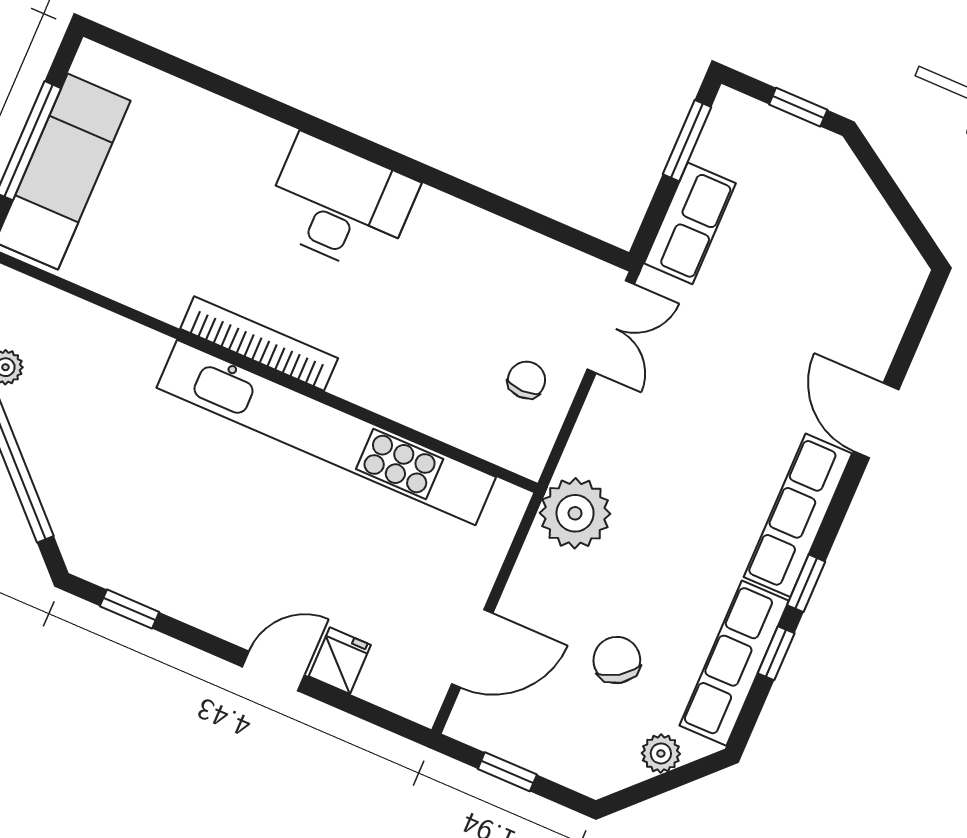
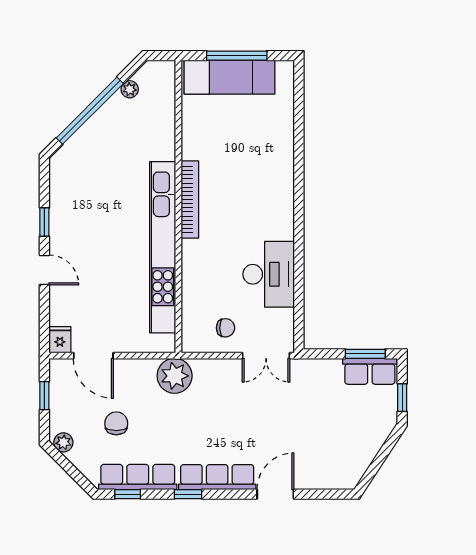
desk: (340, 204) -> (269, 274), moved
row of seats: (690, 223) -> (370, 371), moved
window: (130, 609) -> (44, 222), moved
window: (776, 653) -> (128, 494), moved
chair: (617, 660) -> (116, 423), turned -56
fridge: (340, 661) -> (60, 340), moved, turned -90
plant: (661, 753) -> (63, 442), moved

